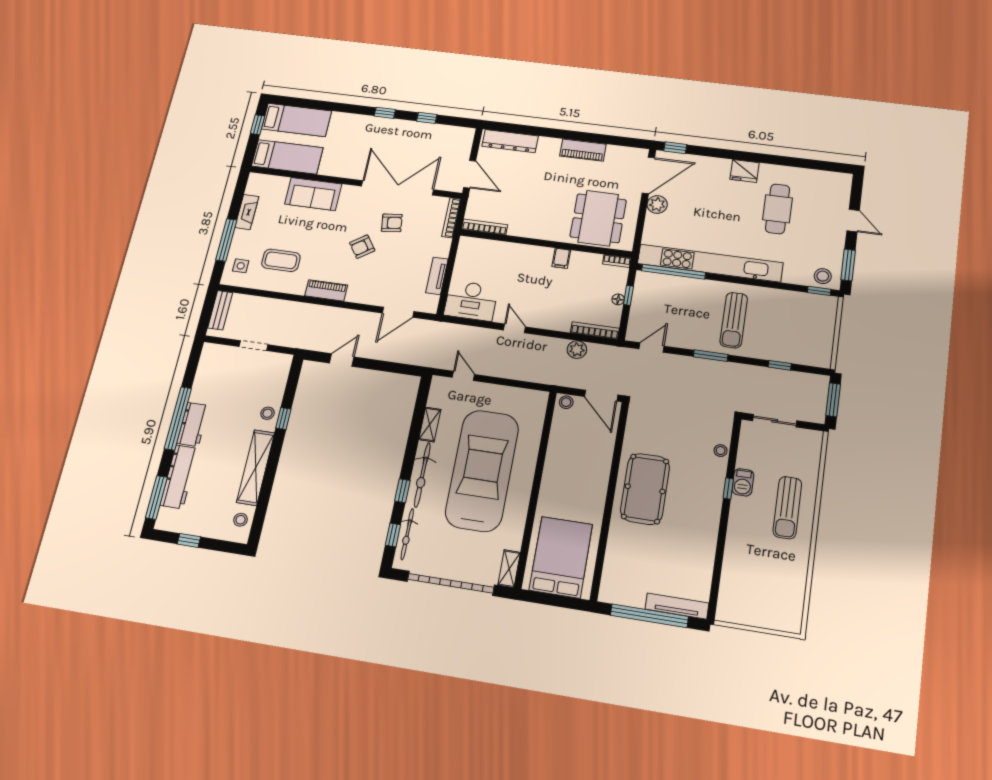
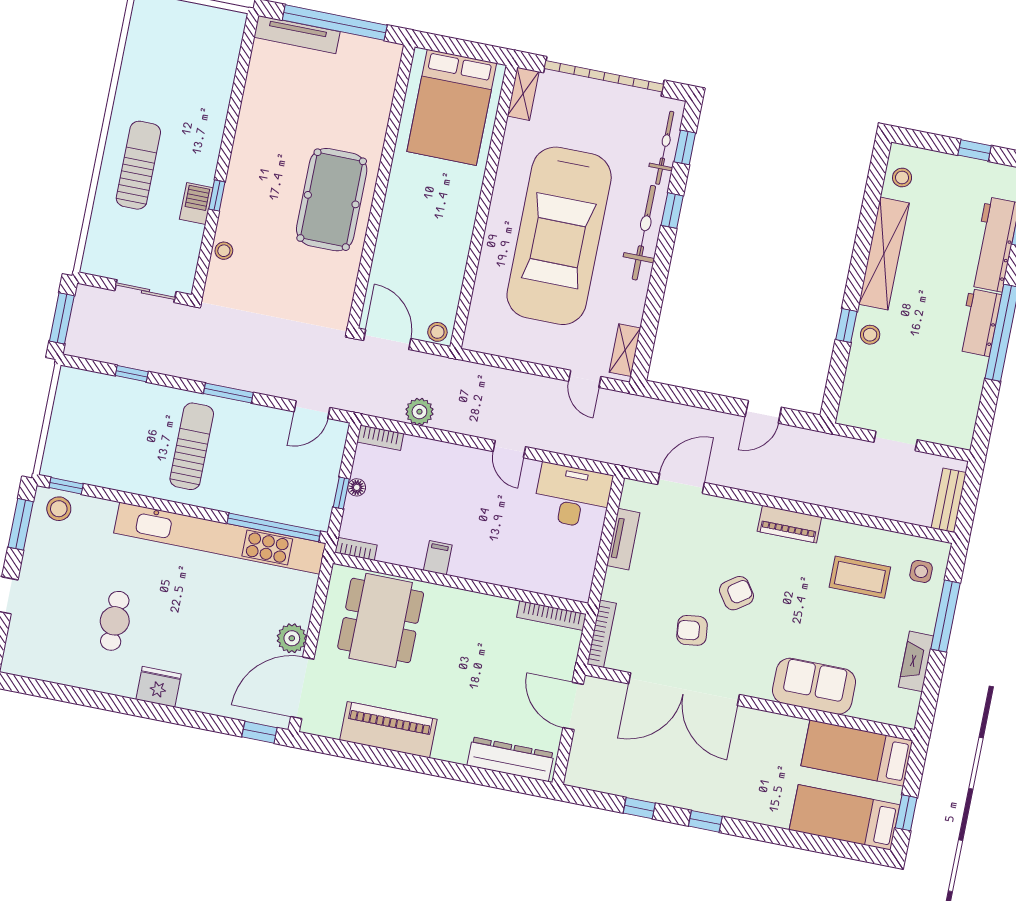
piano: (583, 150) -> (388, 730), width x1.37, depth x1.33
cafe table: (778, 209) -> (115, 621), width x0.73, depth x0.74
bookcase: (595, 330) -> (380, 438), width x0.64
shelving: (430, 424) -> (625, 350), moved

